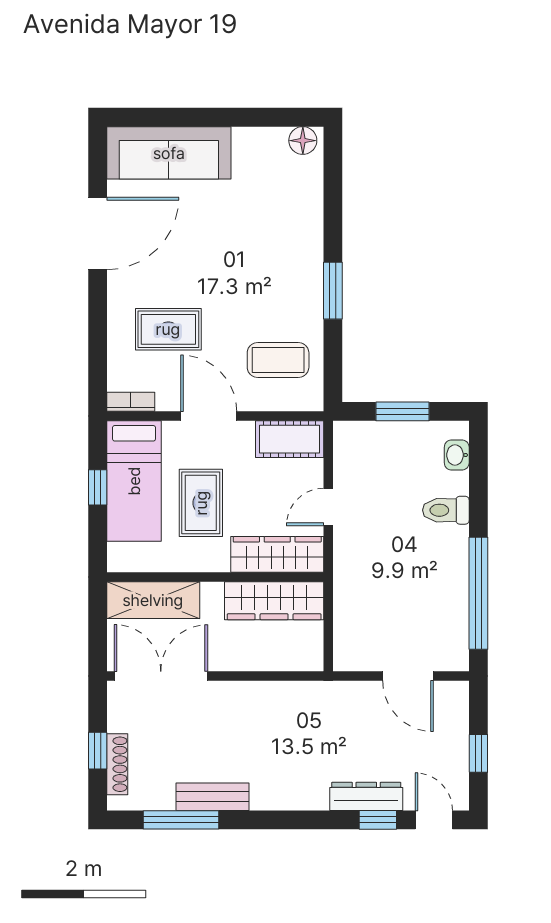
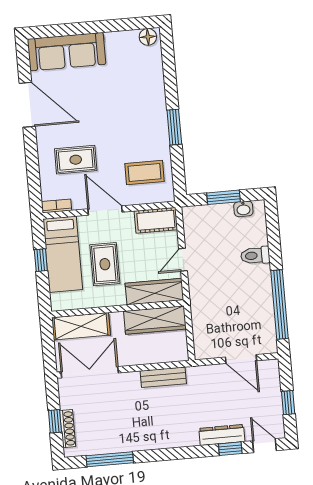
door: (98, 233) -> (27, 105), hinge flipped
washbasin: (457, 455) -> (243, 209), moved, turned -90
bench: (212, 797) -> (163, 377), moved

